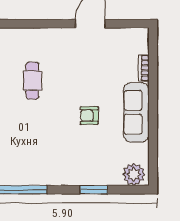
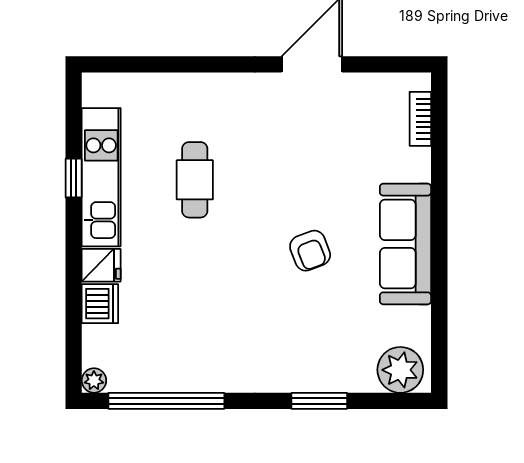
bookcase: (144, 68) -> (420, 119), moved
armchair: (89, 116) -> (310, 251), turned -111

